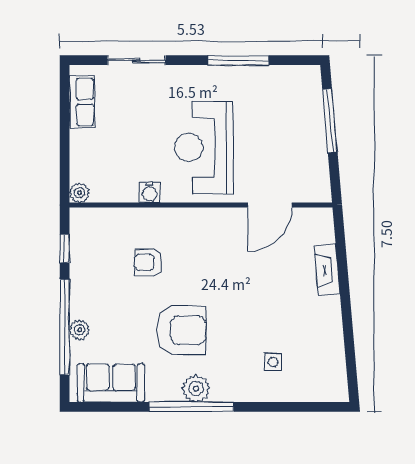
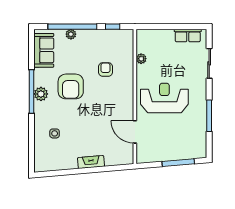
water cooler: (150, 192) -> (141, 70), removed
plant: (79, 193) -> (141, 59), moved
fireplace: (327, 270) -> (91, 162), moved

